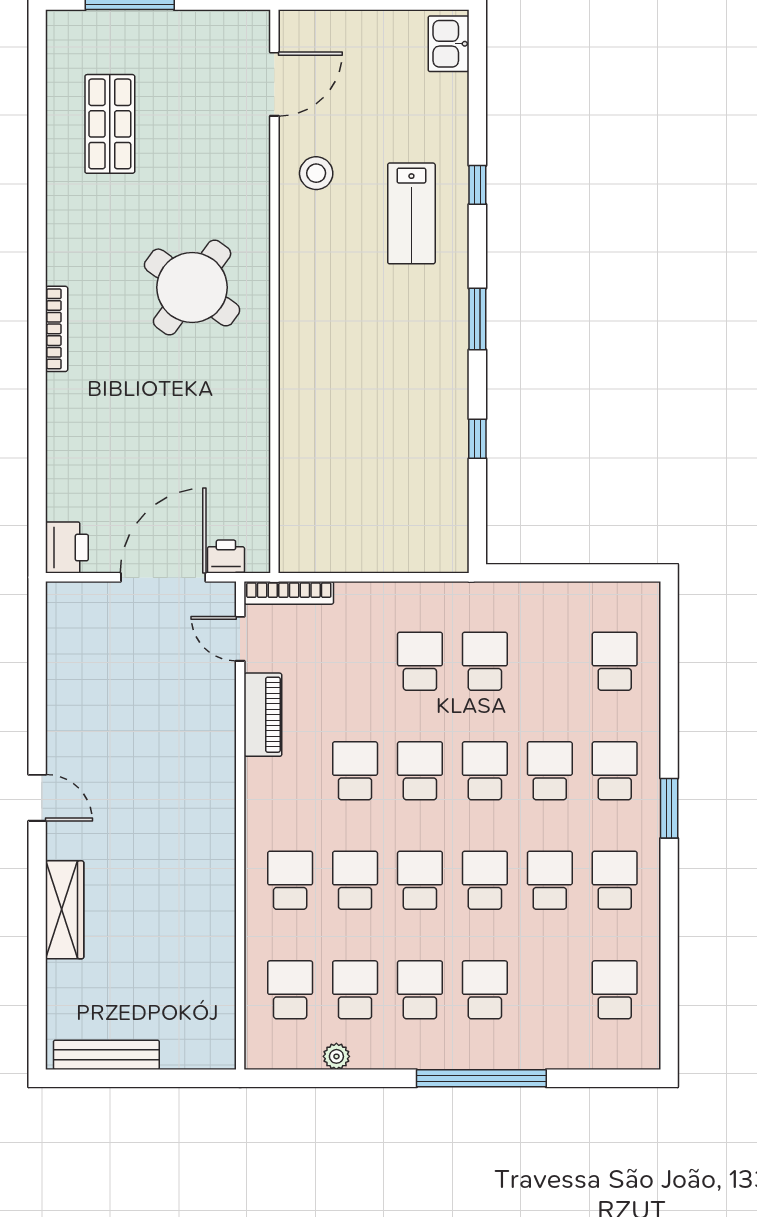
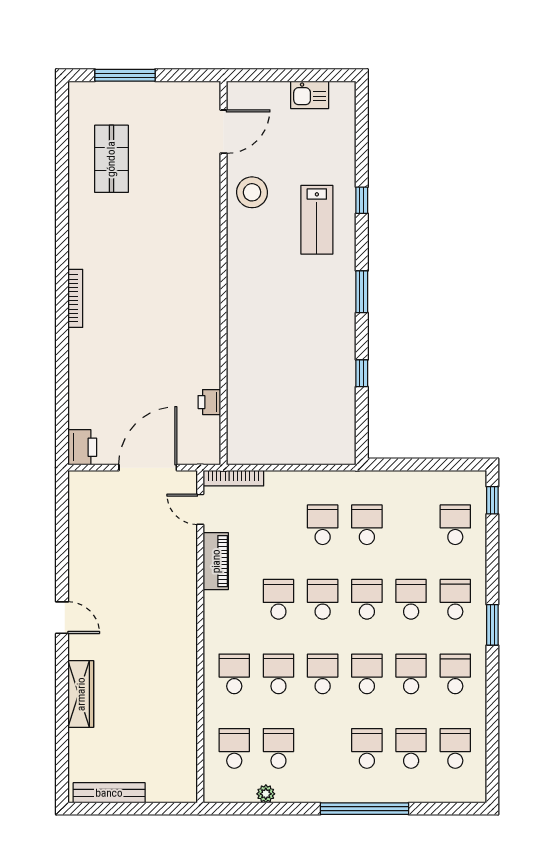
kitchen sink: (449, 44) -> (310, 95), moved, turned -90
stool: (316, 173) -> (252, 192), width x1.38, depth x1.38
round table: (192, 287) -> (167, 270), removed
printer: (226, 557) -> (209, 402), moved, turned -90
window: (669, 625) -> (492, 500), added
school desk: (420, 990) -> (411, 748), moved

